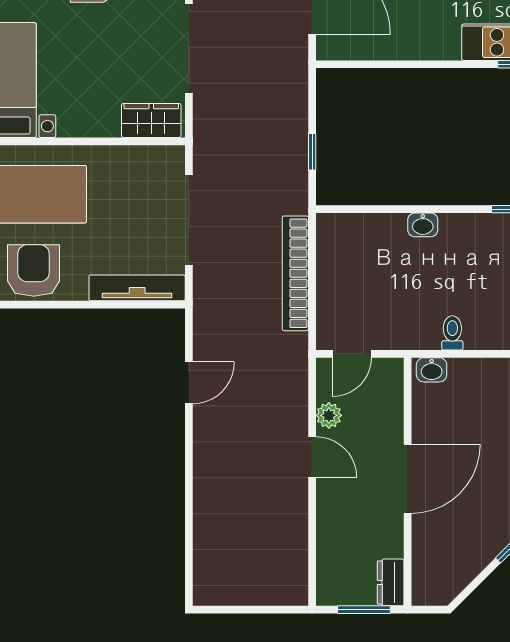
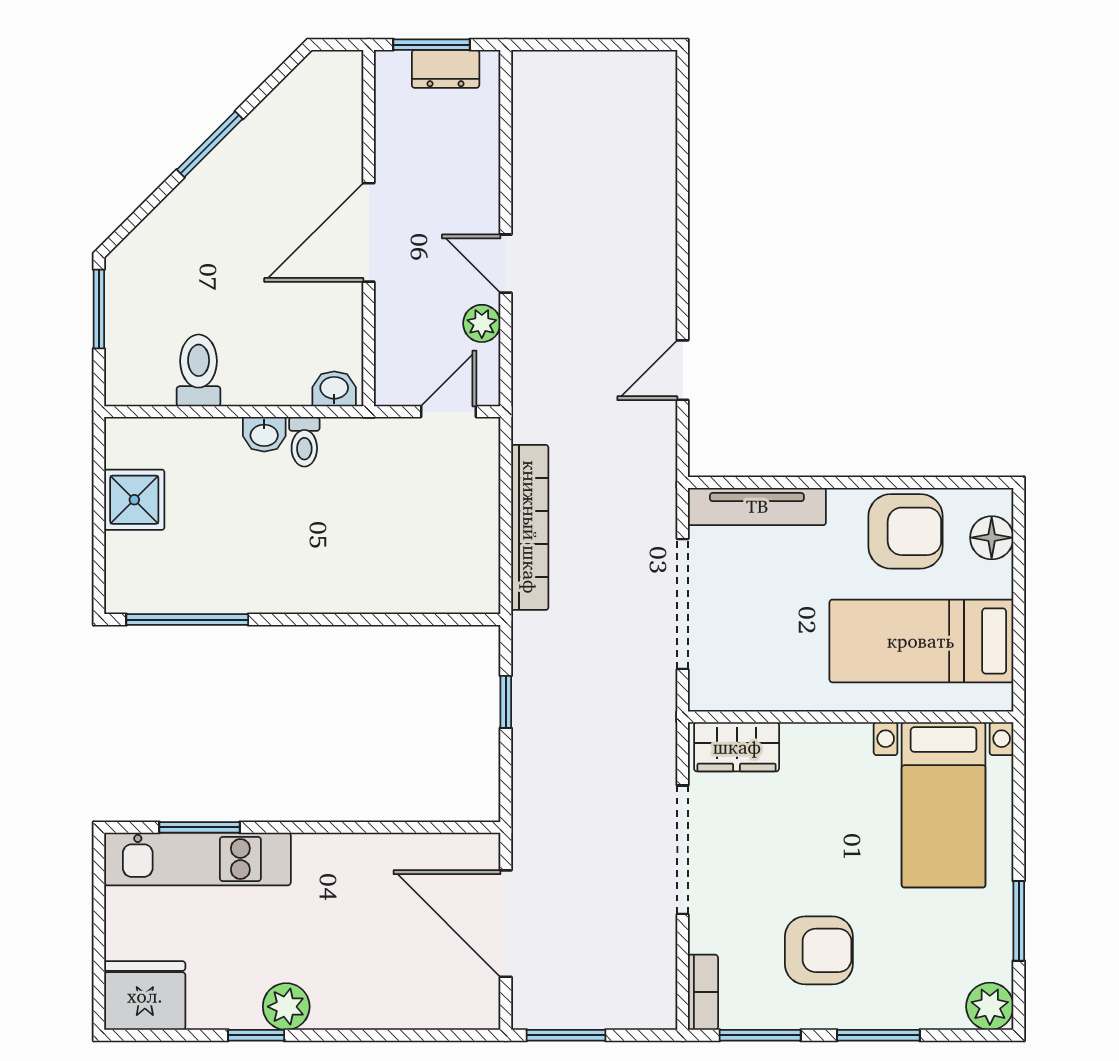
washbasin: (423, 225) -> (264, 434), moved, turned 180
armchair: (34, 271) -> (906, 531), turned -90
dresser: (391, 582) -> (446, 69), moved, turned 90

